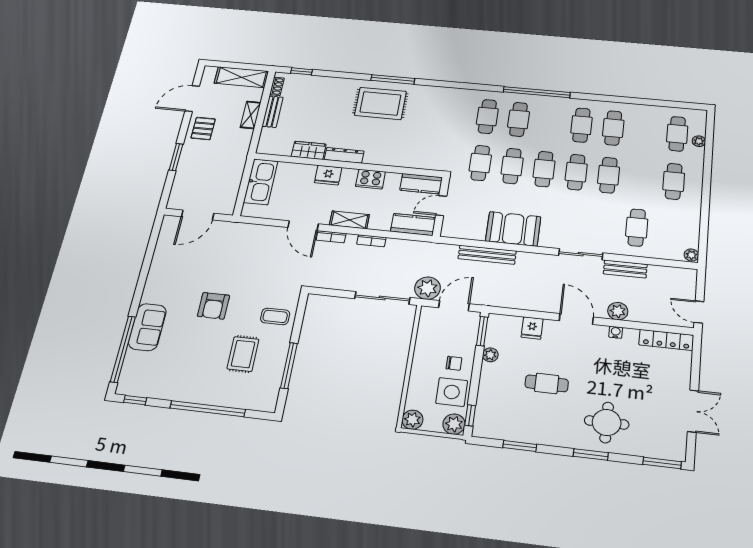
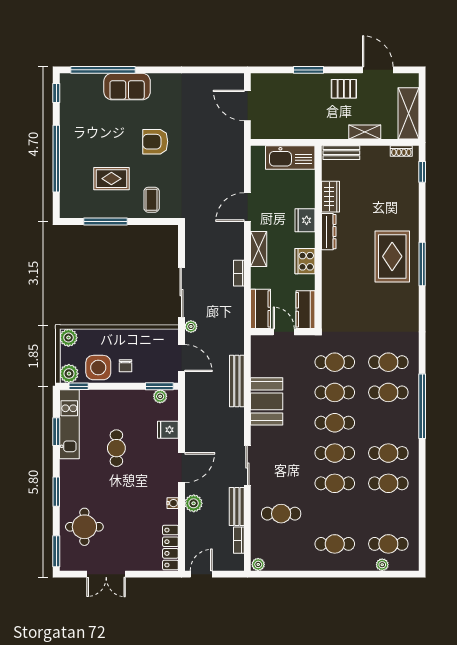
bench: (273, 112) -> (341, 153), moved
bookcase: (331, 237) -> (239, 540), moved
plant: (427, 288) -> (191, 326), width x0.53, depth x0.53
plant: (490, 355) -> (160, 396), moved
round table: (607, 422) -> (84, 527), moved
kitchen unit: (513, 431) -> (69, 424), added

